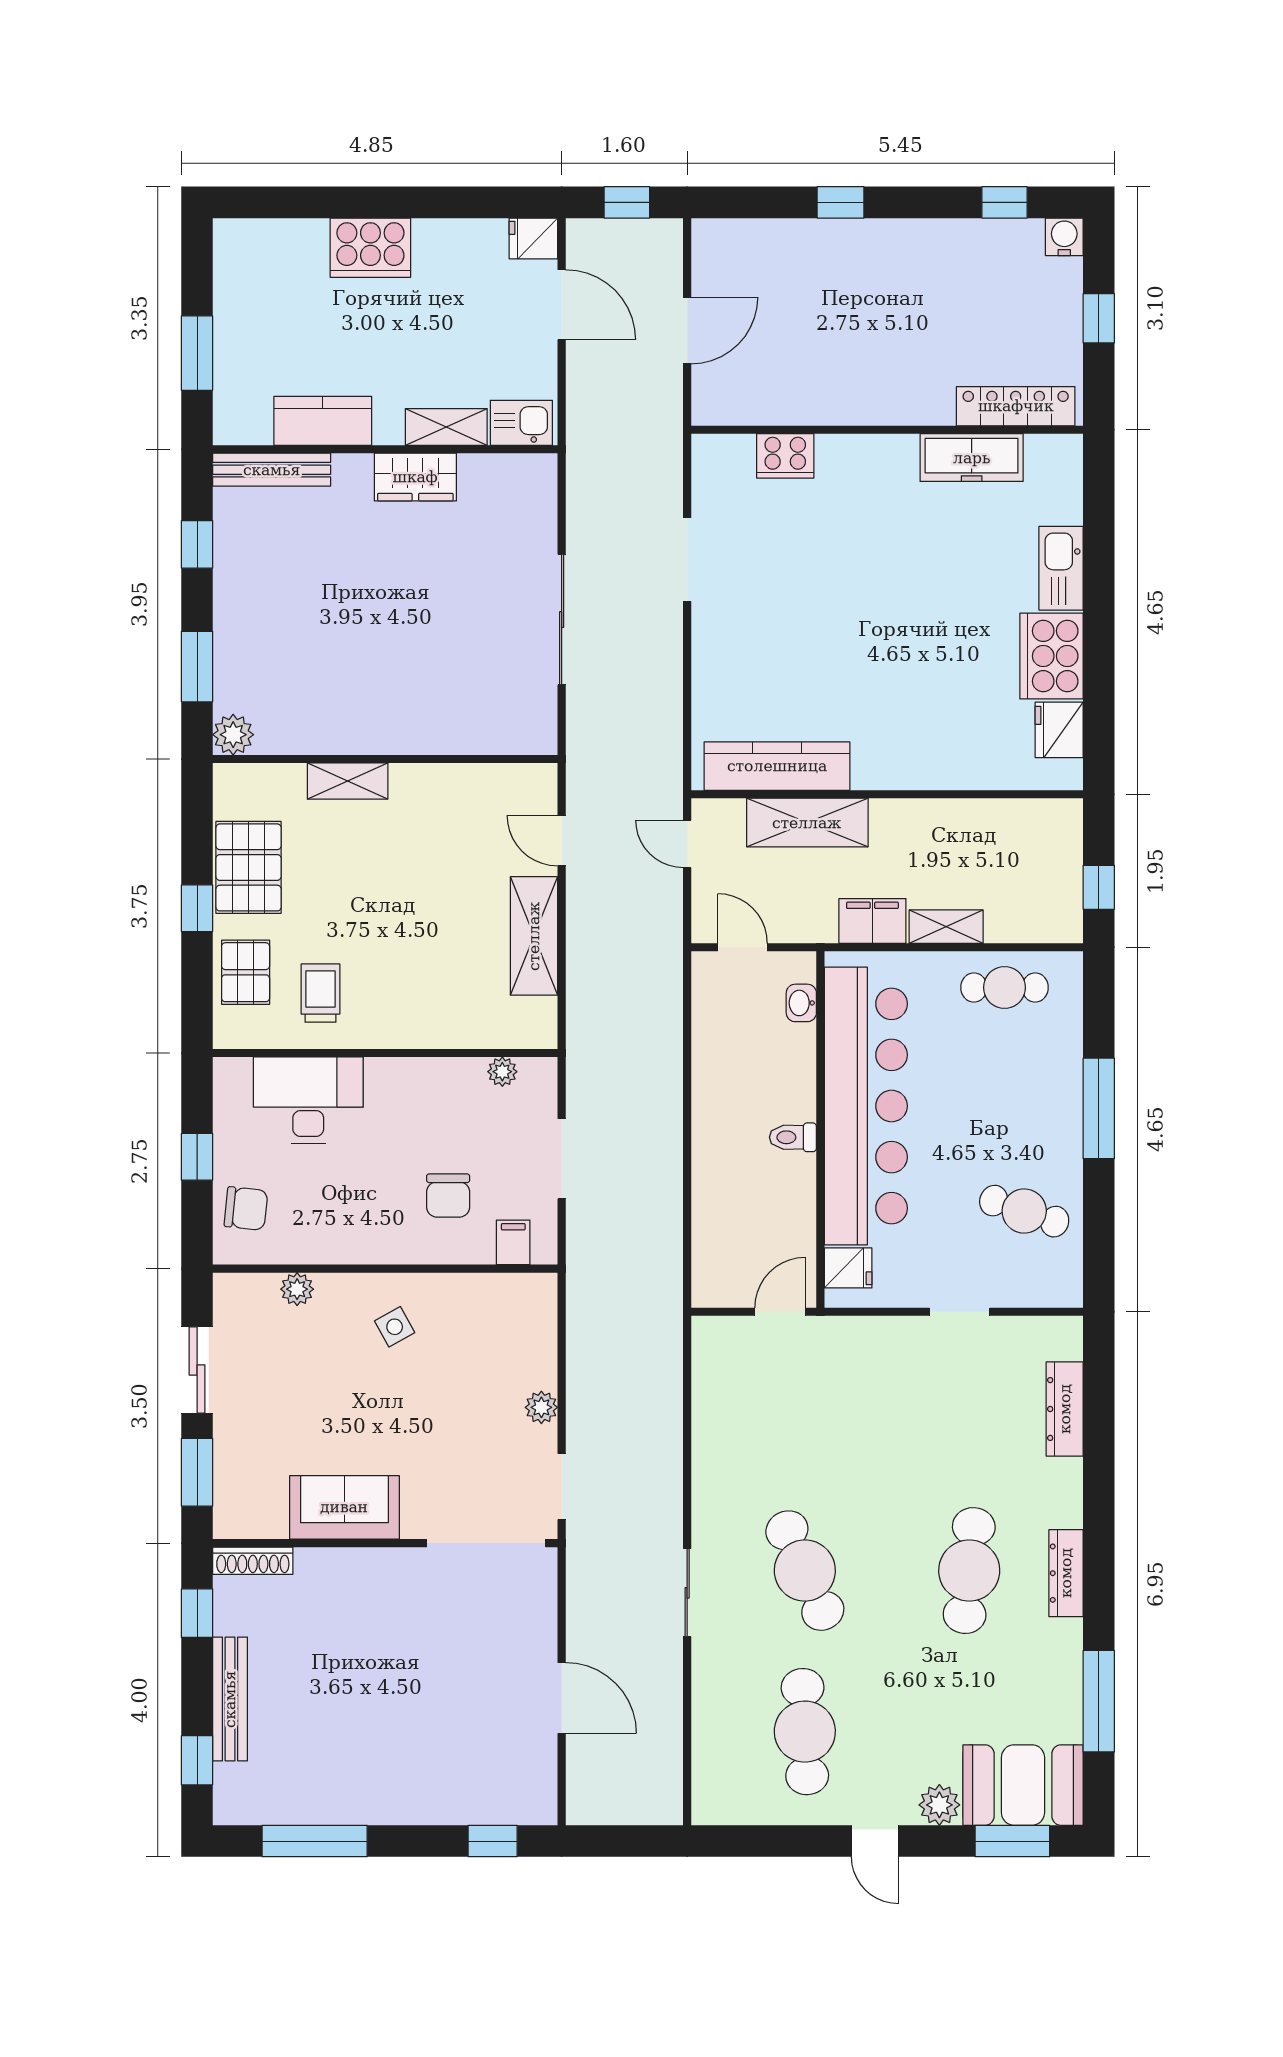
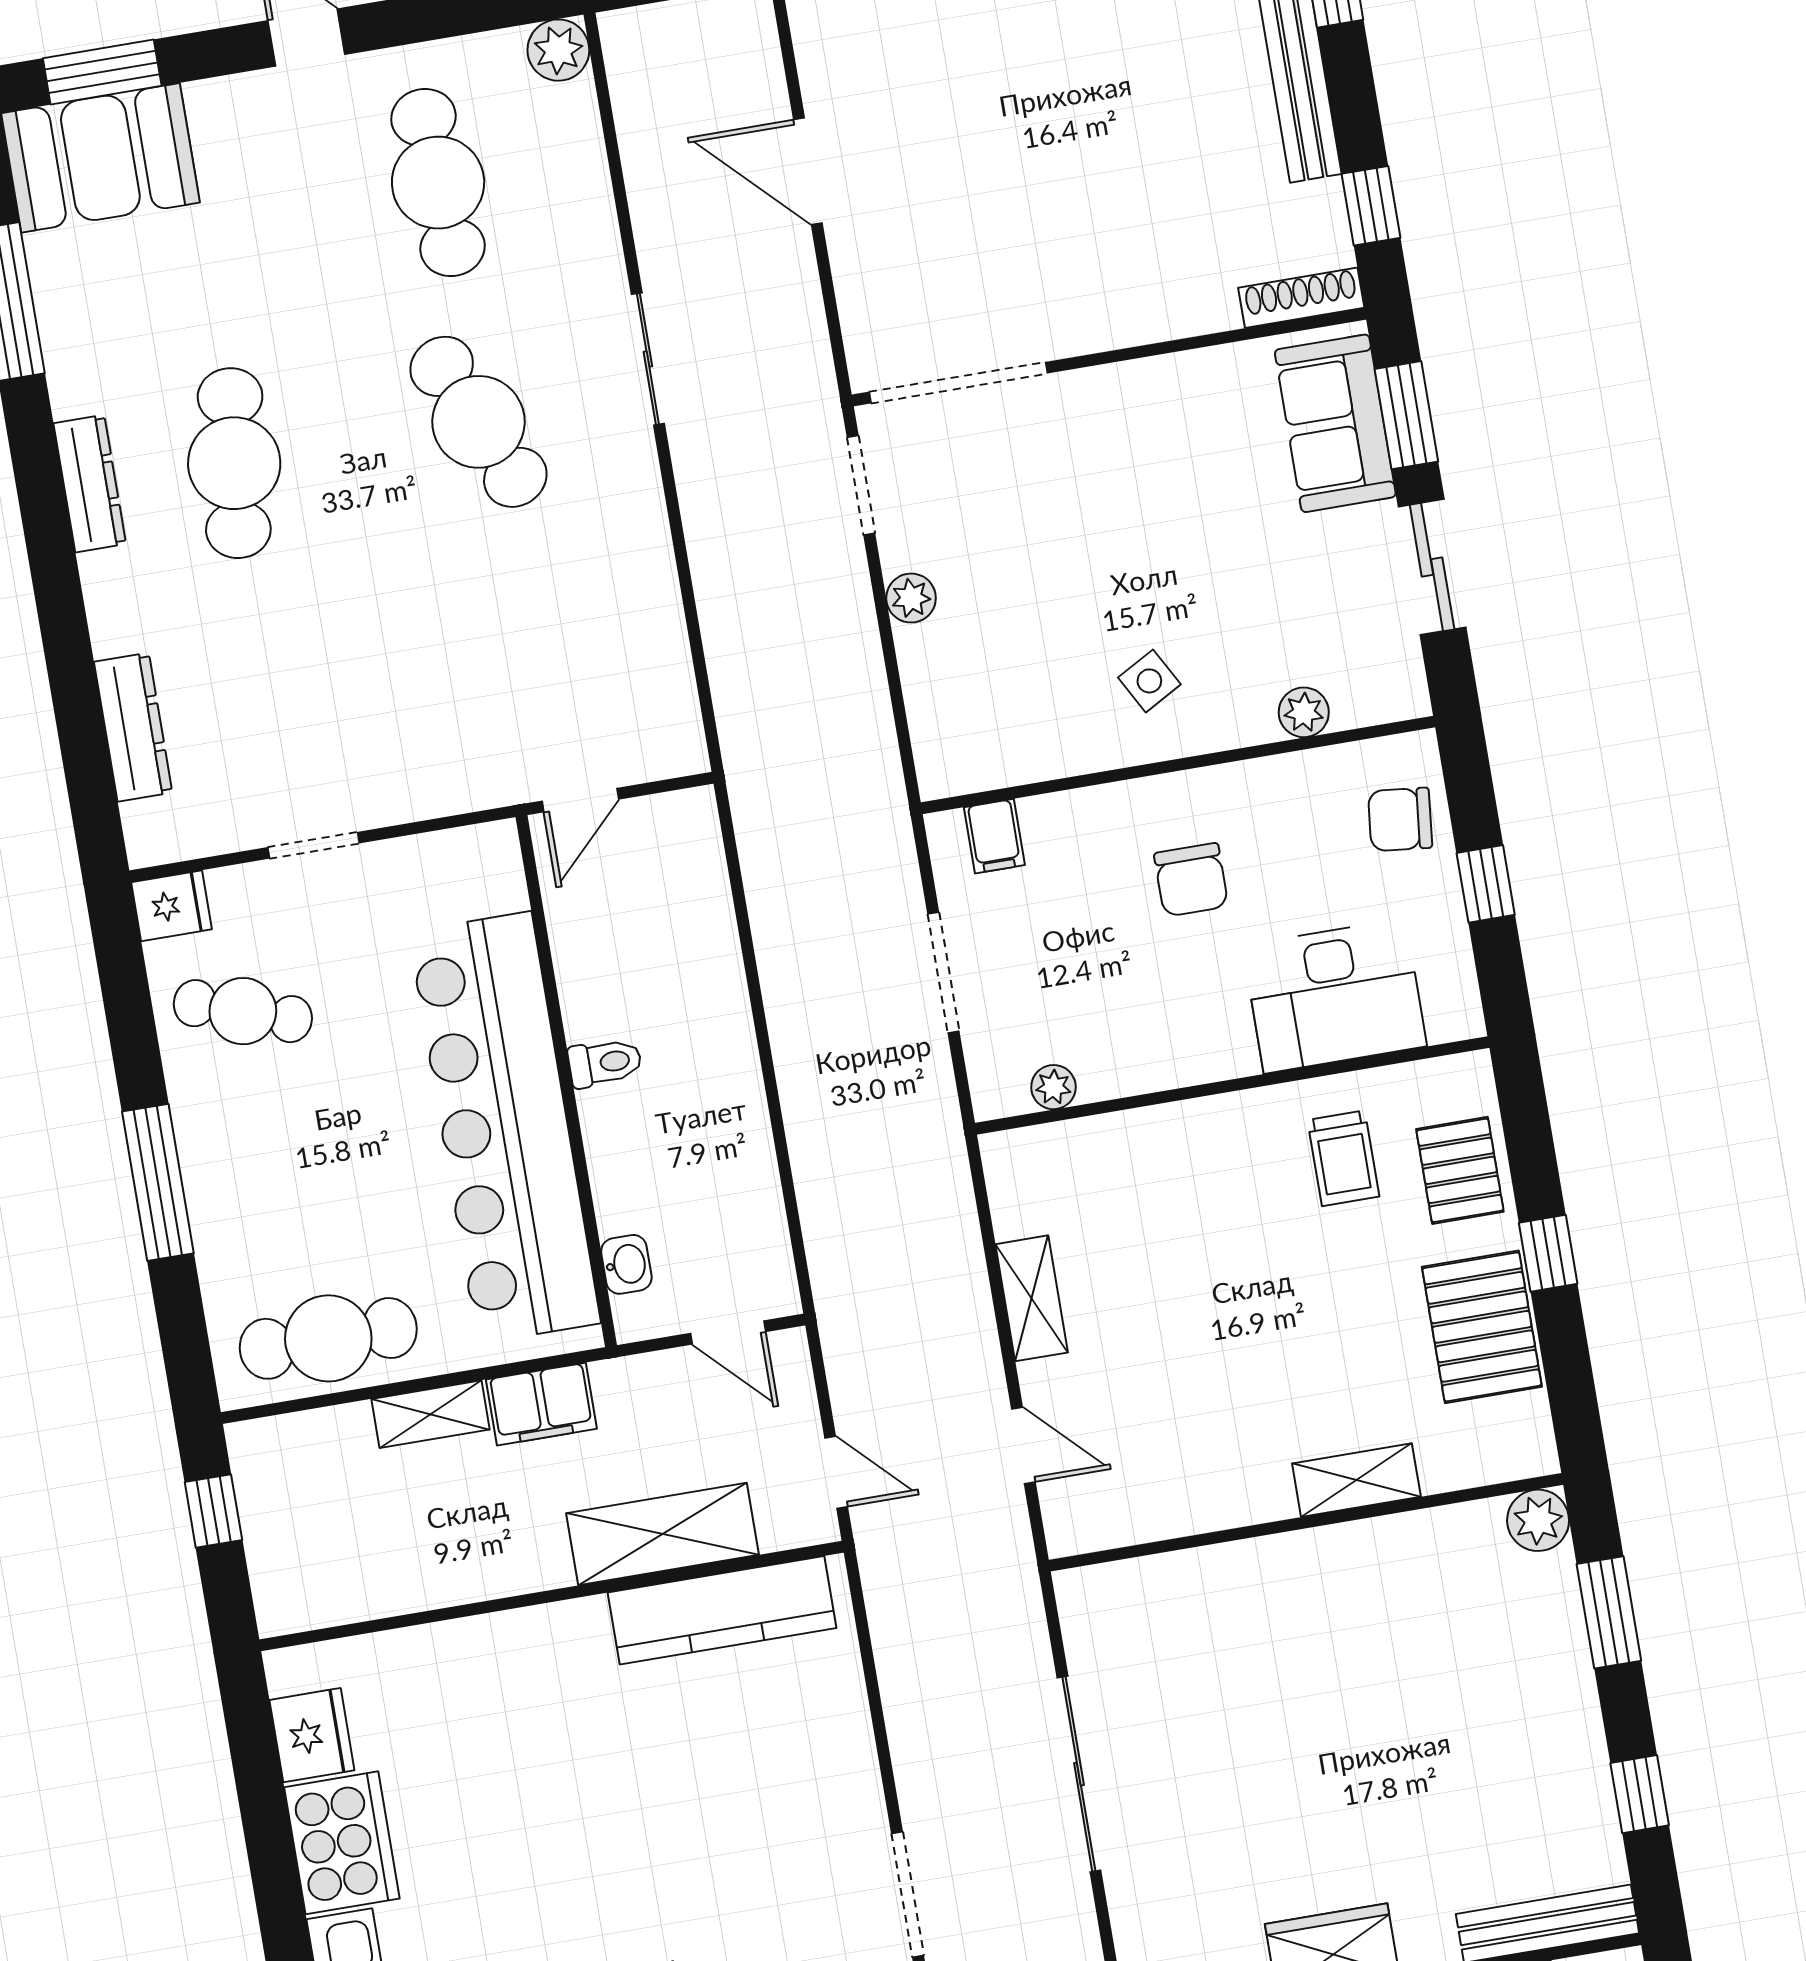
shelving: (534, 936) -> (1032, 1298), width x0.67, depth x0.75
cafe table: (1005, 988) -> (328, 1338), width x1.37, depth x1.35
chair: (448, 1196) -> (1191, 880), moved, turned 180
fridge: (848, 1268) -> (171, 906), moved, turned 180
sofa: (344, 1507) -> (1335, 423), moved, turned 90
plant: (939, 1805) -> (558, 50), moved

